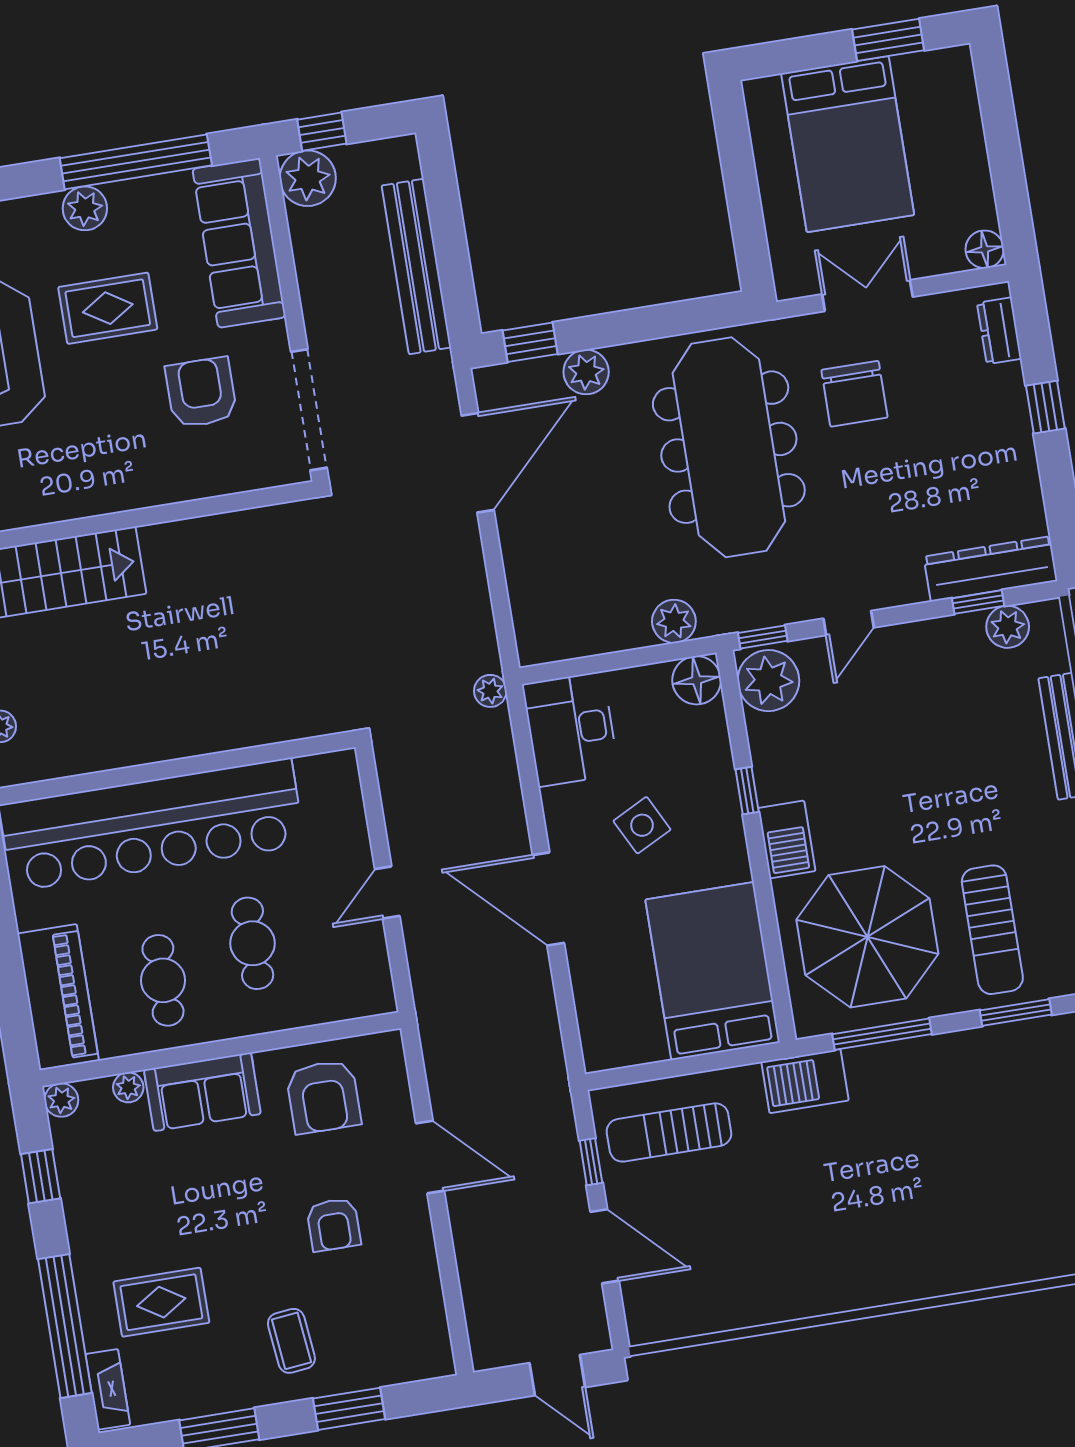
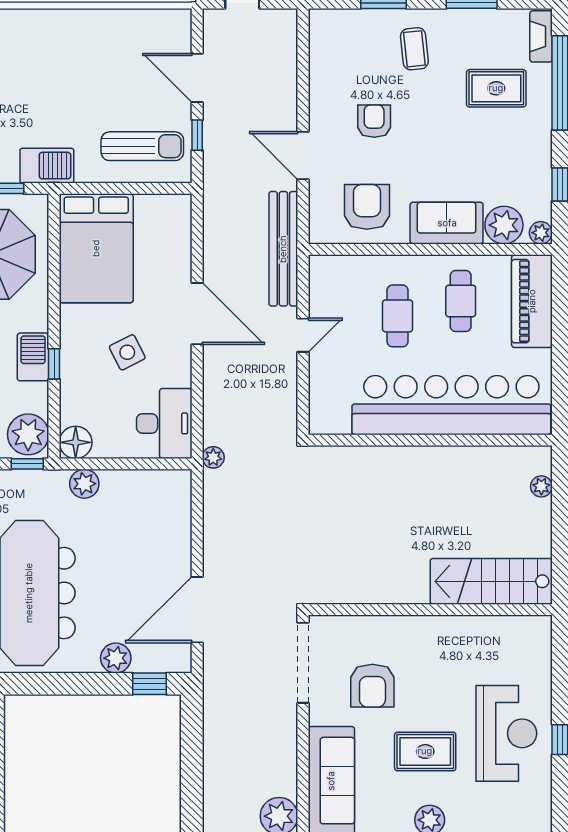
bench: (416, 266) -> (283, 249), moved
barbecue: (787, 839) -> (33, 357), moved
plant: (128, 1087) -> (504, 225), width x1.88, depth x1.88

